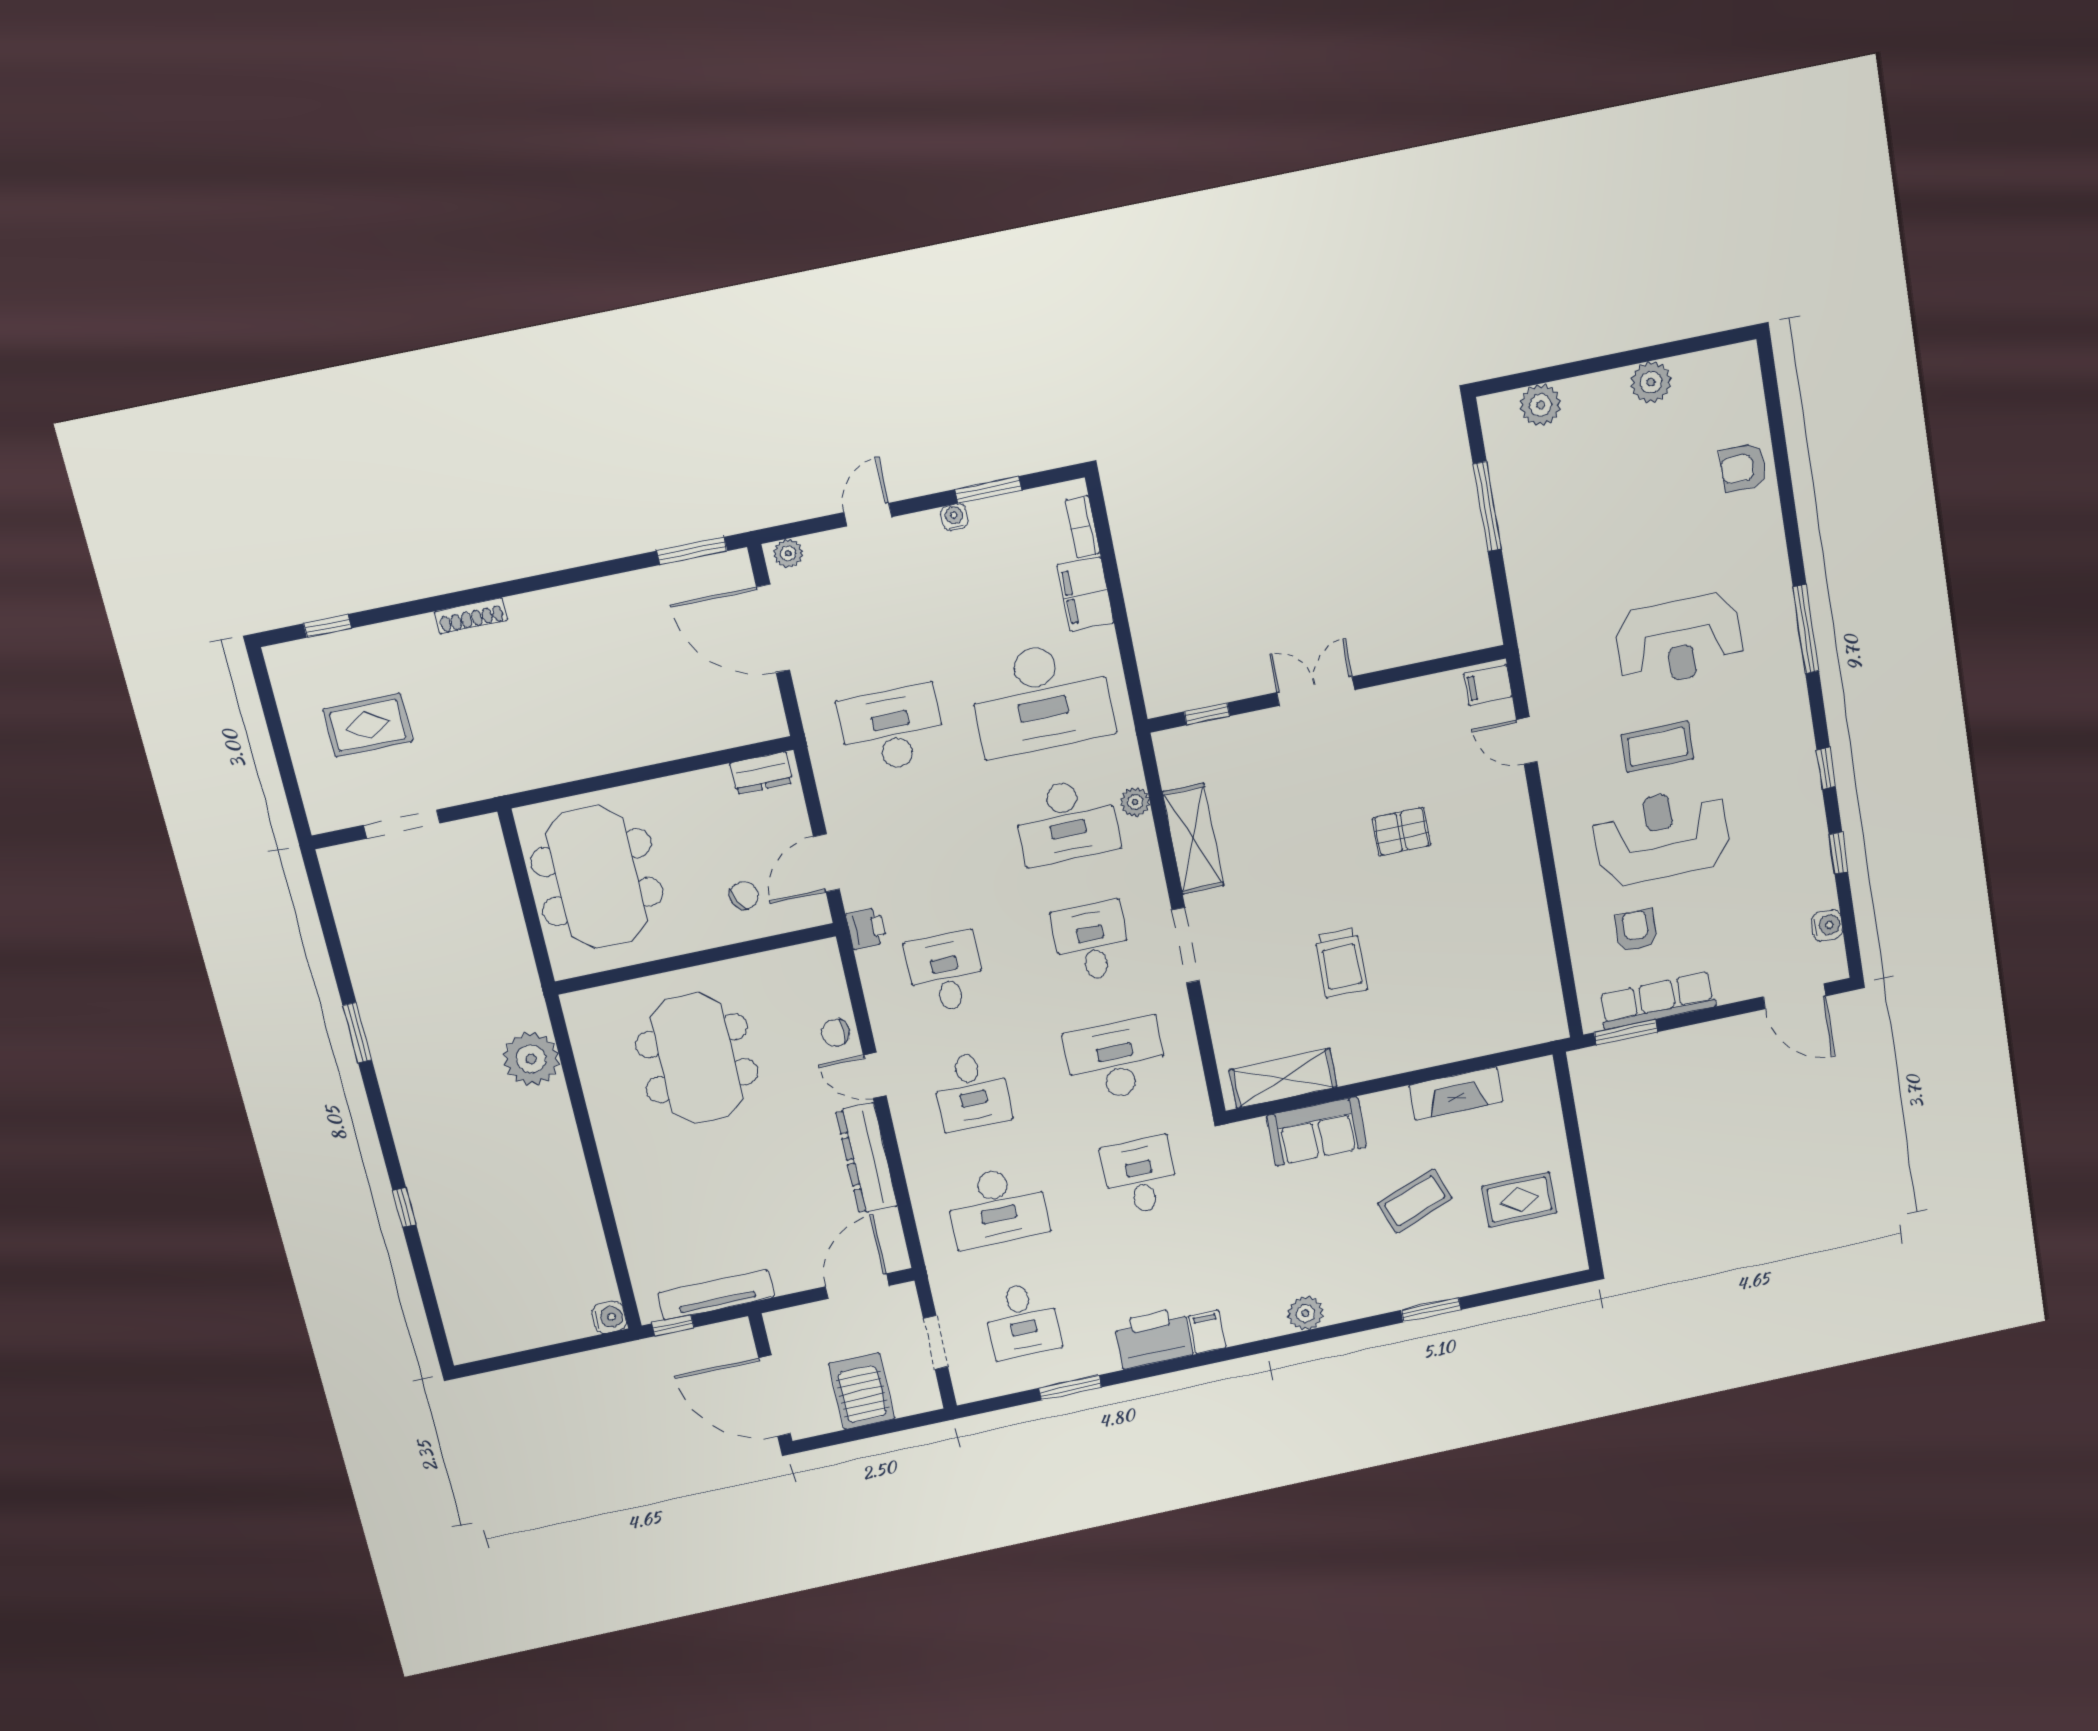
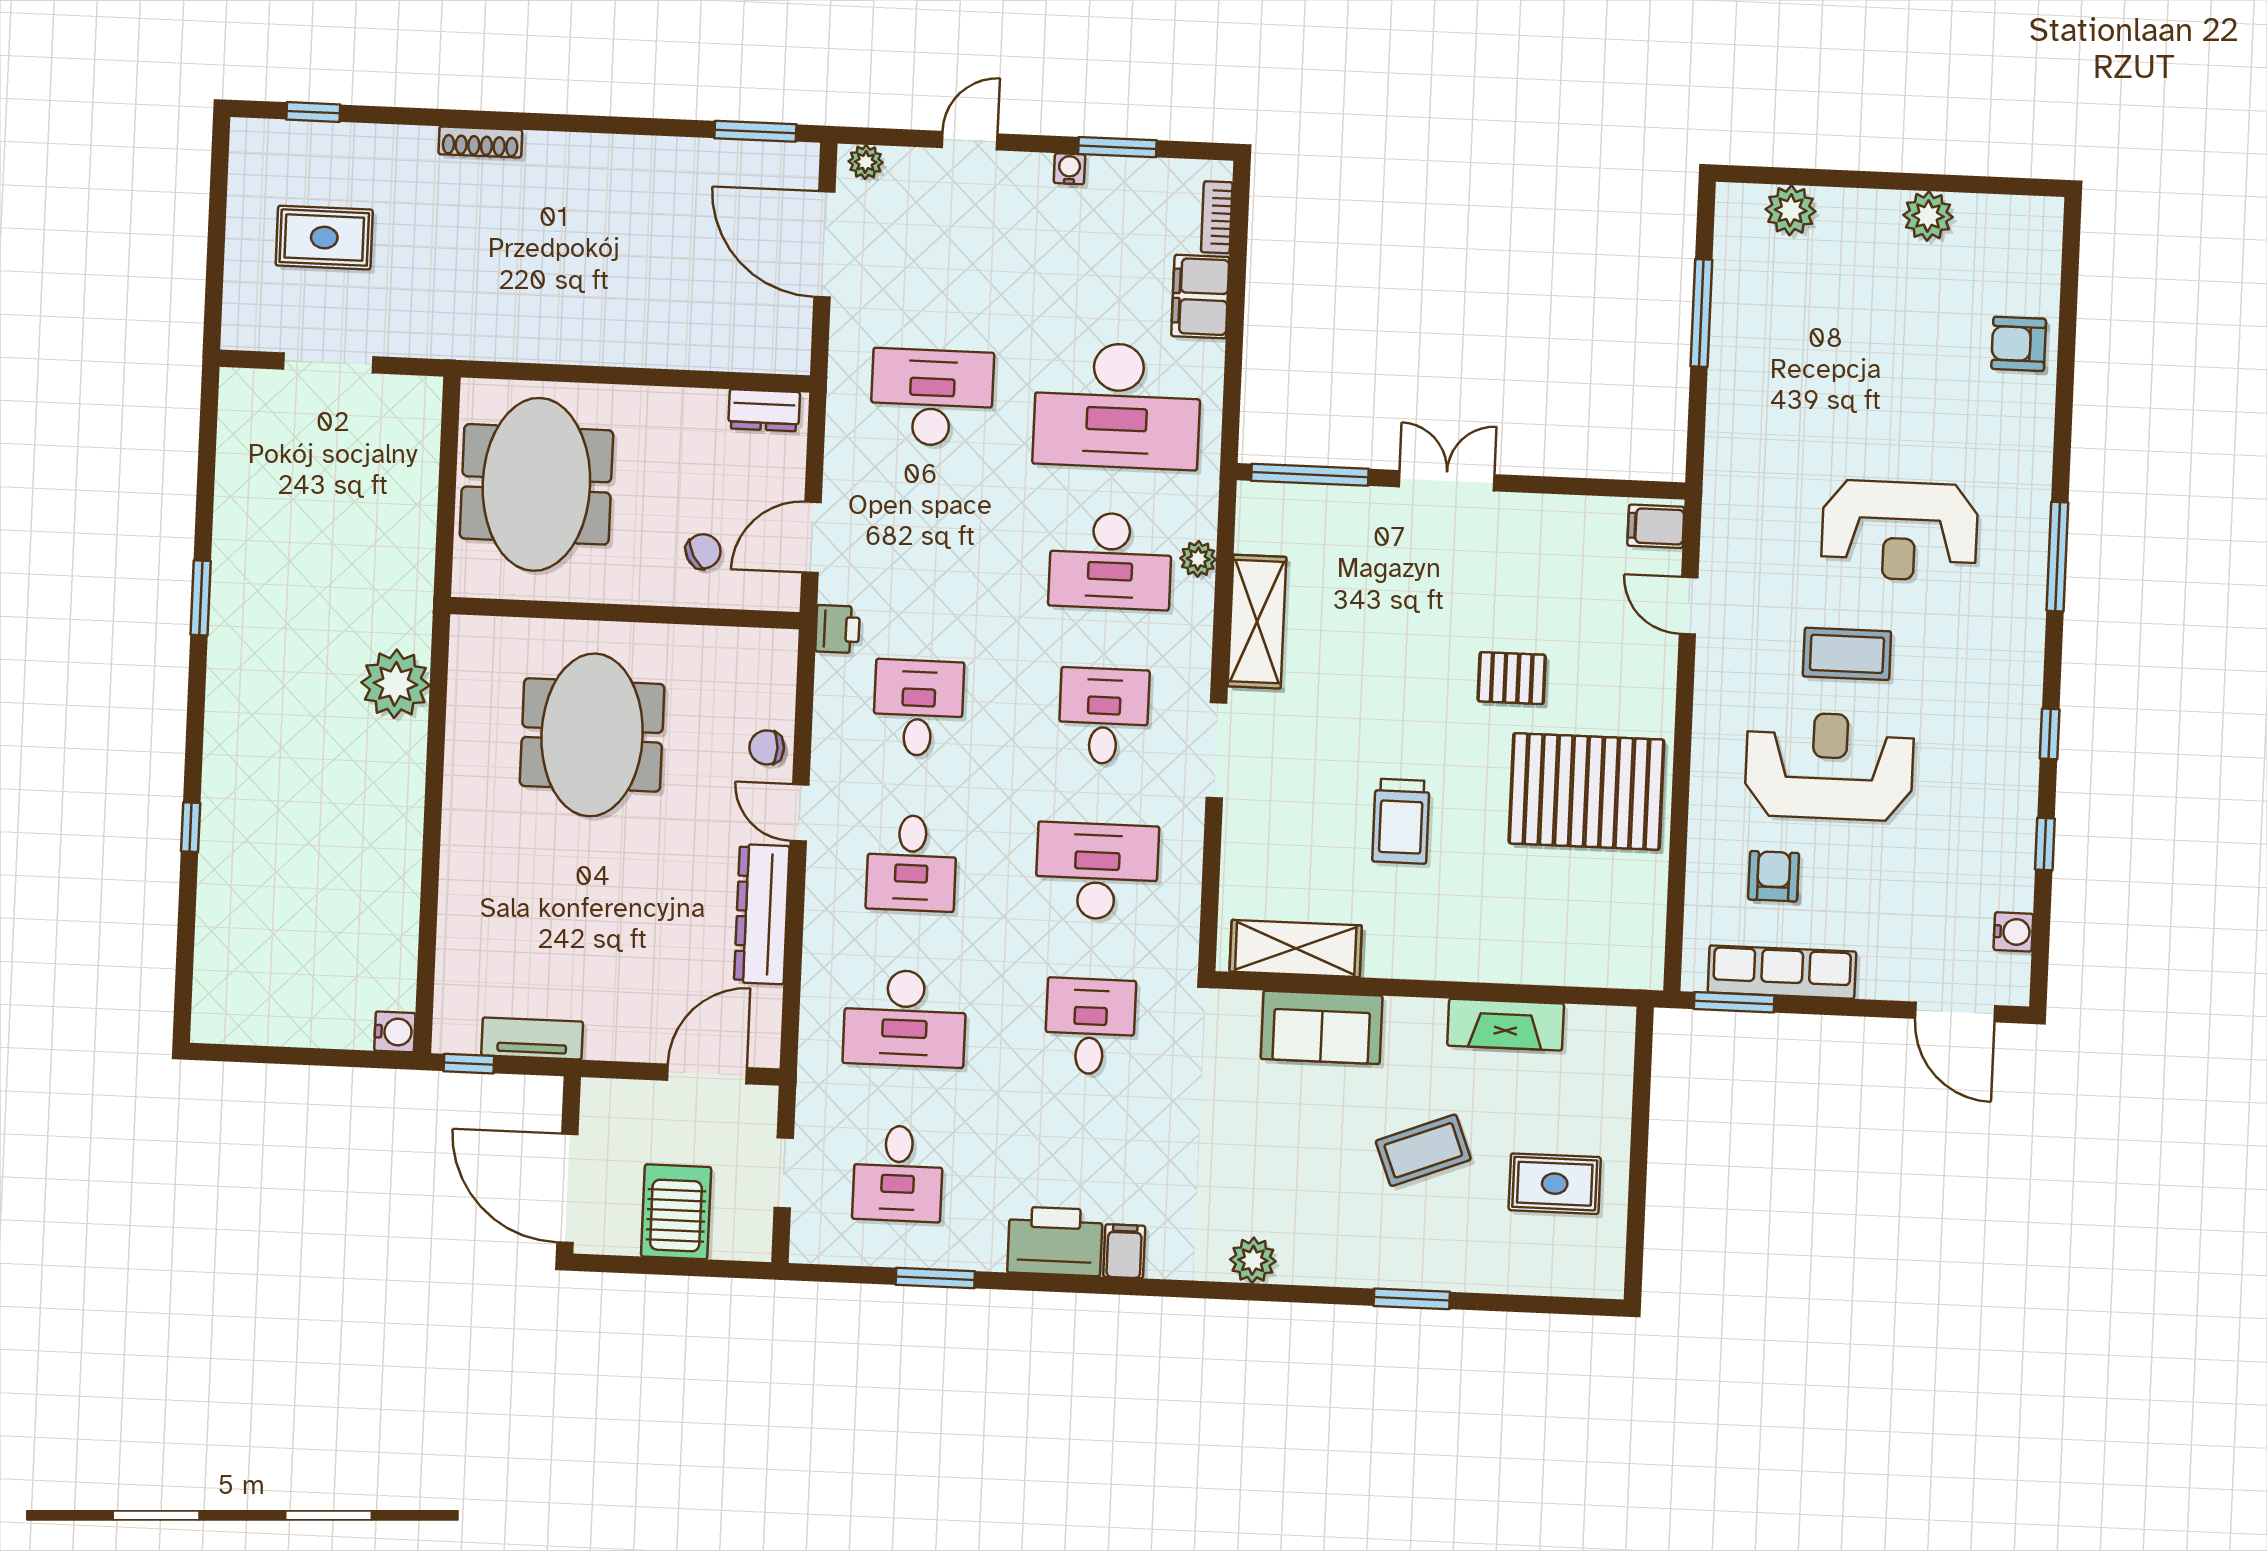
window: (1207, 714) -> (1310, 475), width x2.17
pallet: (1479, 903) -> (1586, 791), added
tv unit: (716, 1295) -> (532, 1039), width x0.71

